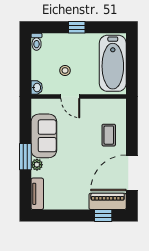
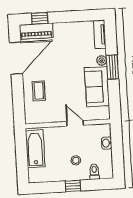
toilet: (37, 42) -> (94, 172), moved
bathtub: (113, 63) -> (35, 149), width x0.73, depth x0.73
stool: (65, 70) -> (76, 160), moved
washbasin: (37, 88) -> (107, 143), moved

